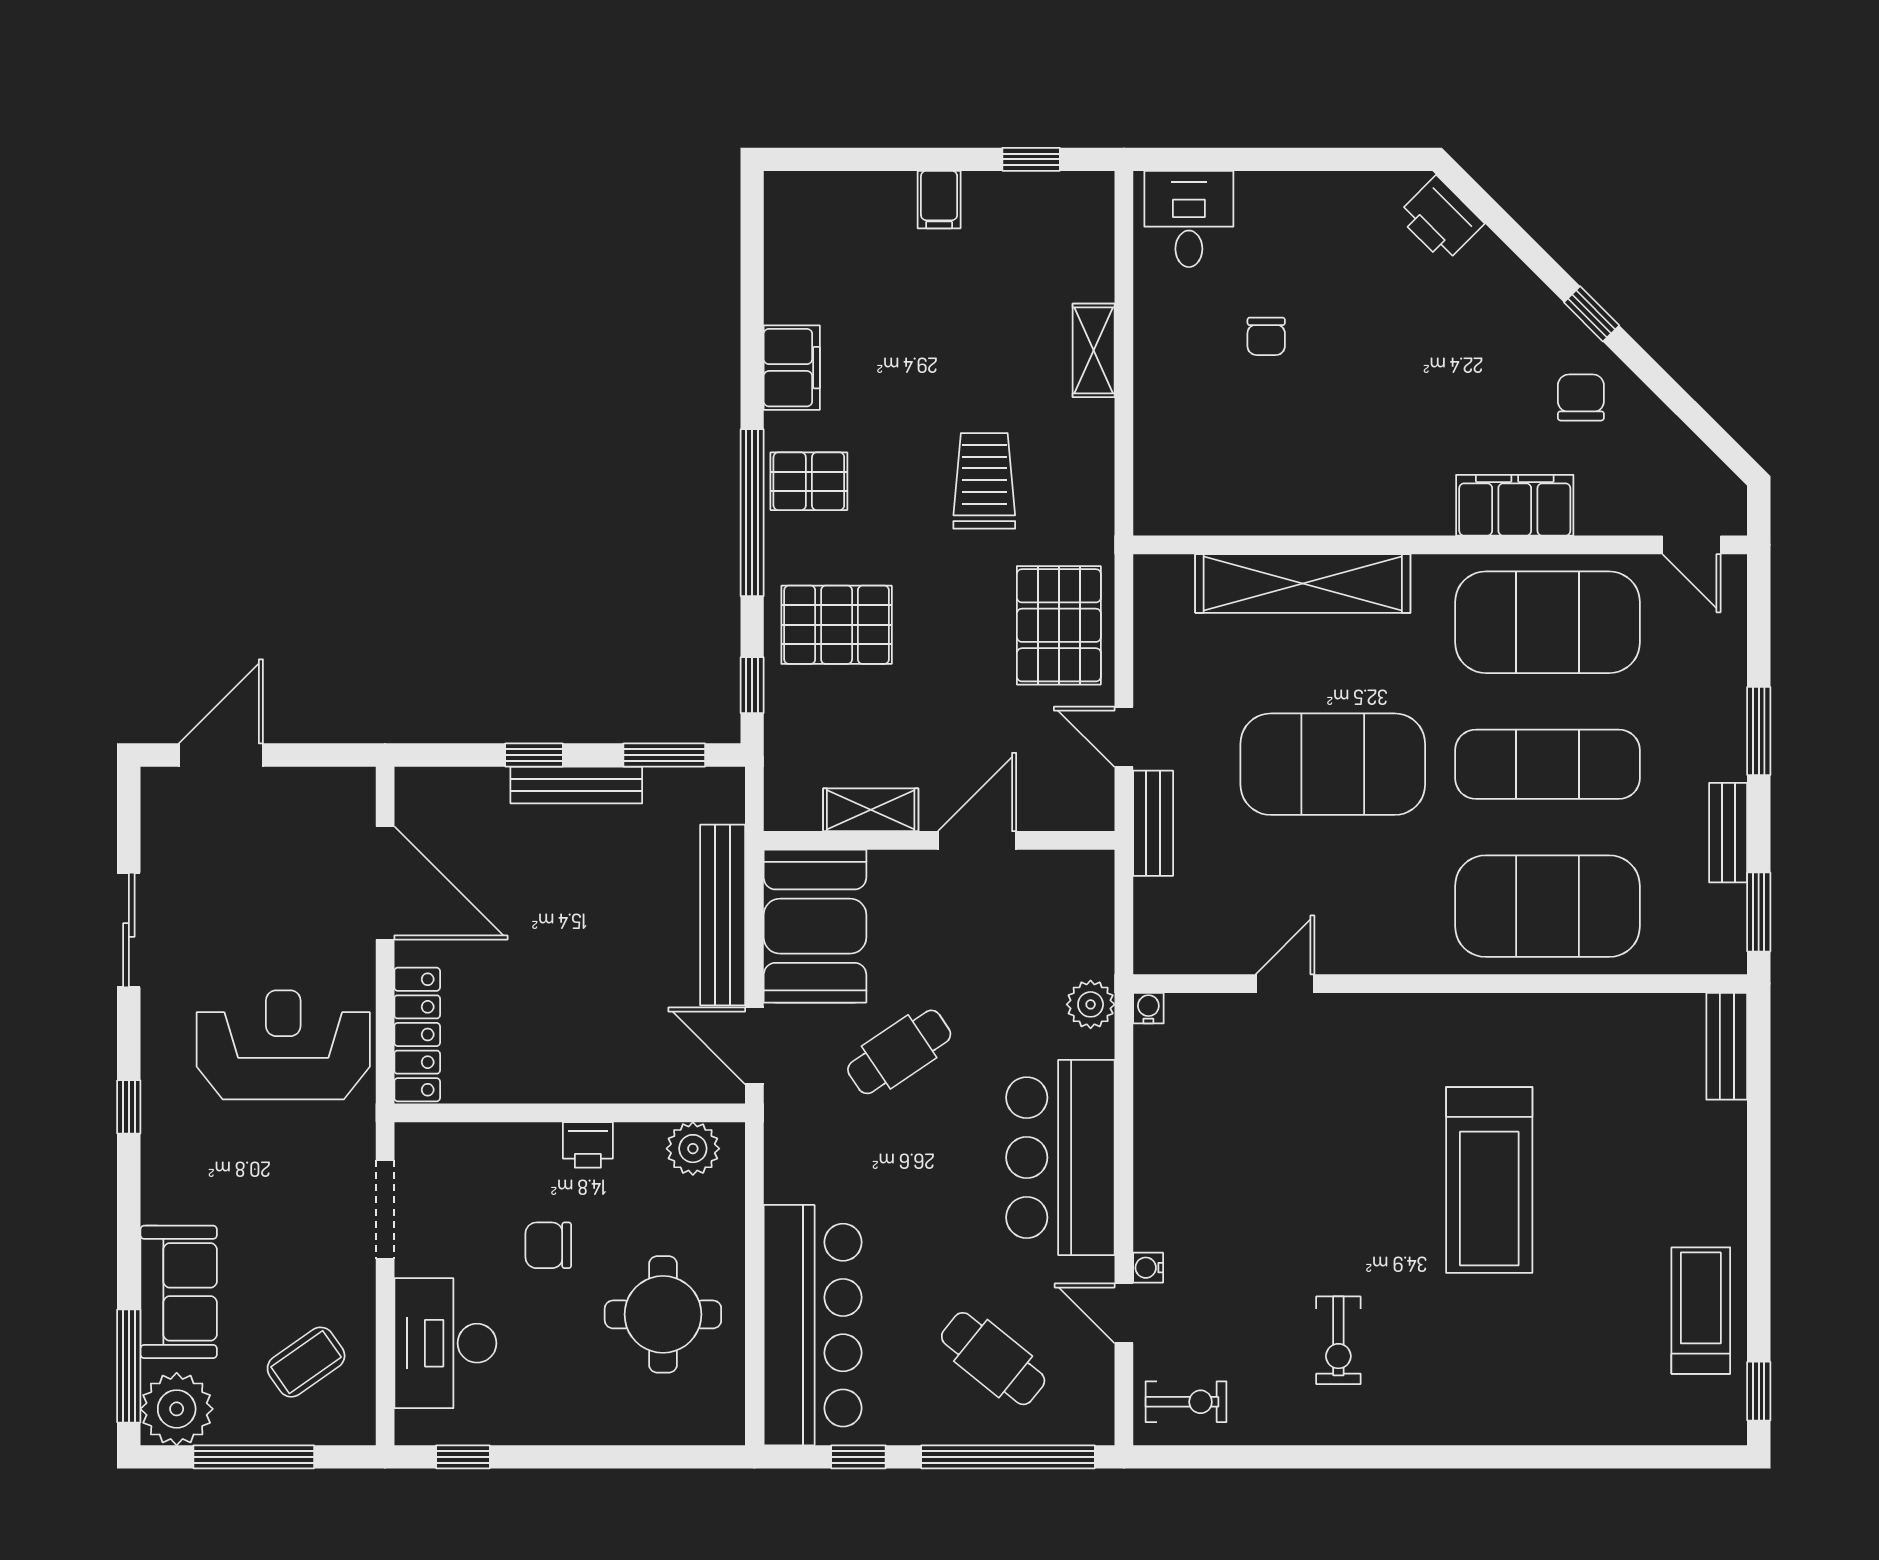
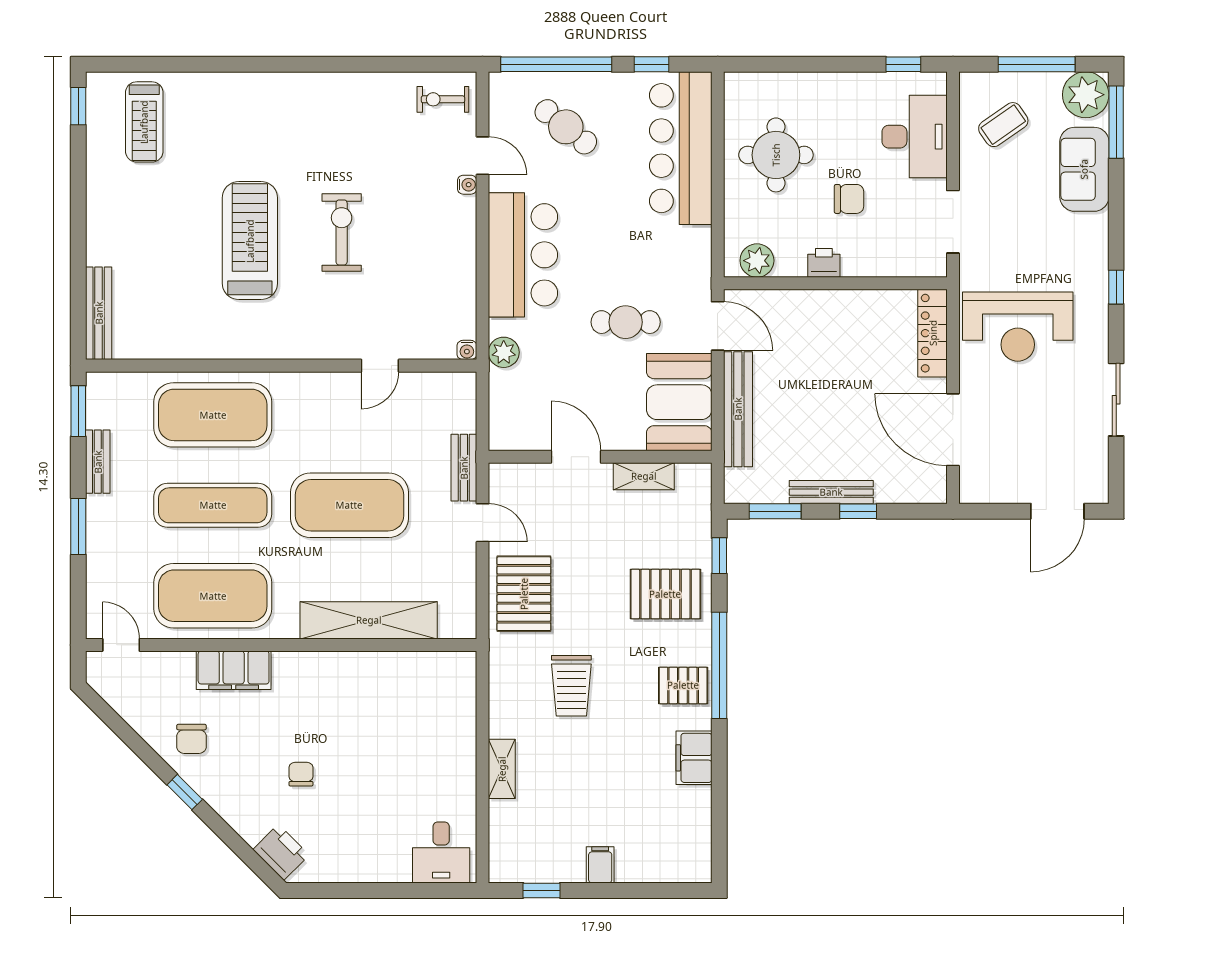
chair: (1266, 336) -> (301, 774), moved
door: (977, 840) -> (576, 457), swing flipped
bench: (1727, 1046) -> (99, 313), width x1.36
cafe table: (899, 1052) -> (626, 322), turned 34
treadmill: (1701, 1311) -> (144, 122), moved
exercise bike: (1338, 1340) -> (342, 232), moved, width x1.38, depth x1.39

